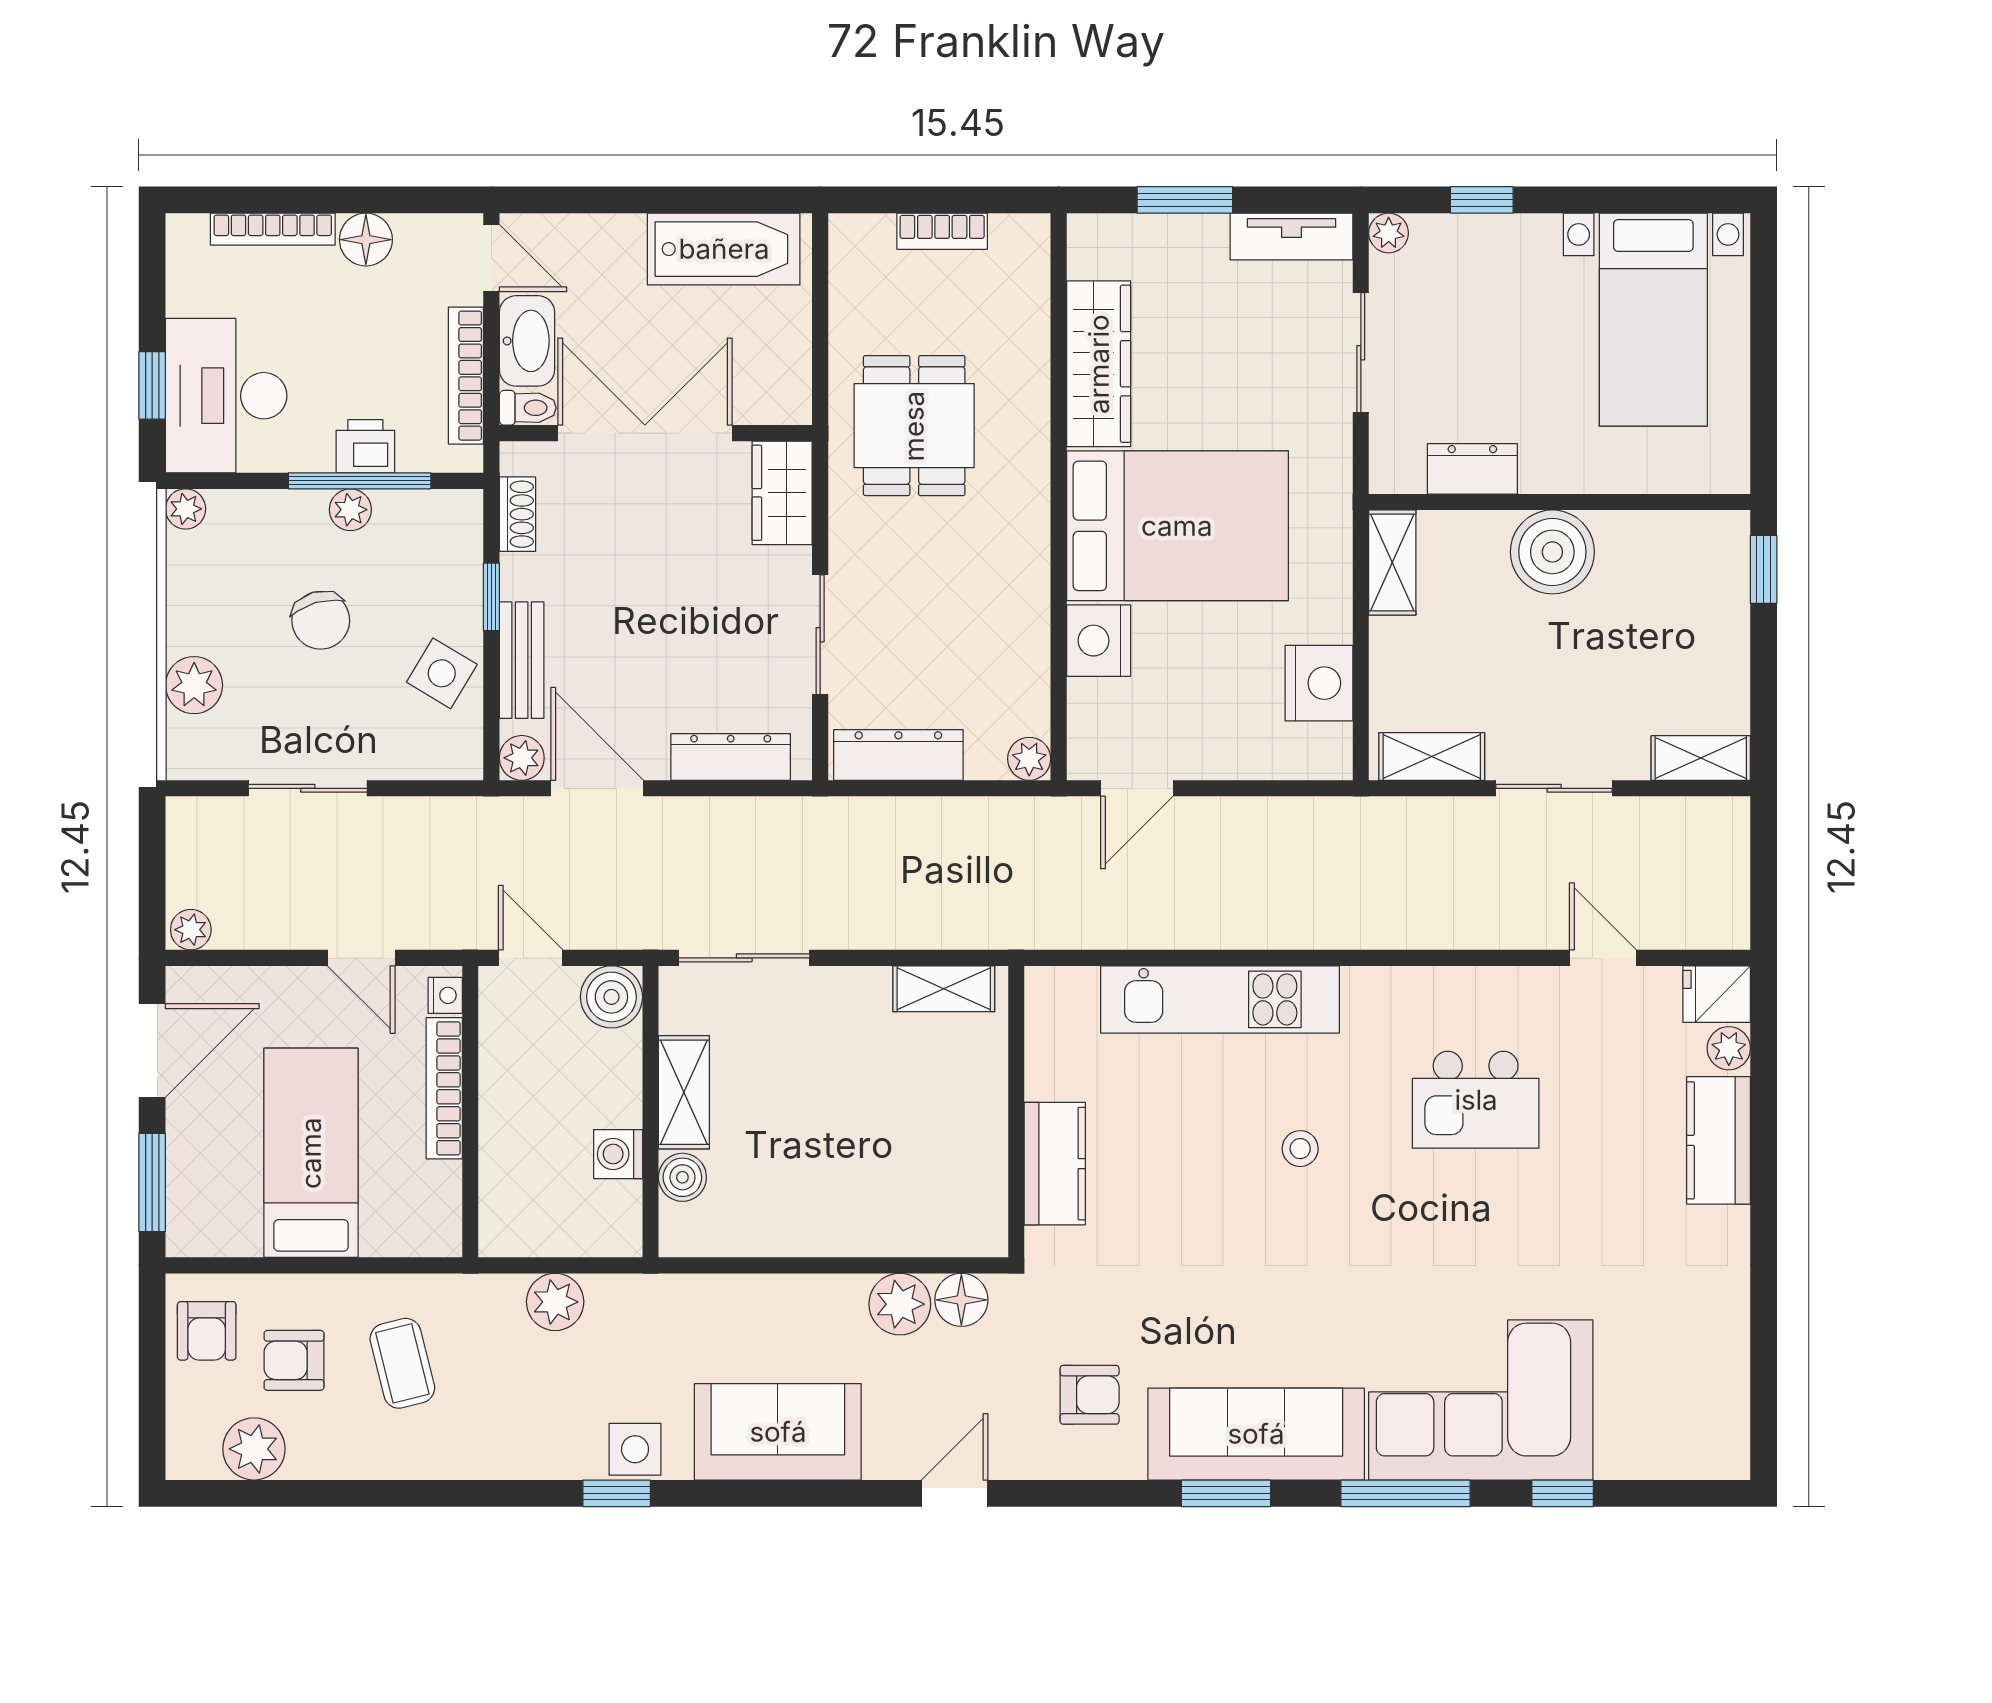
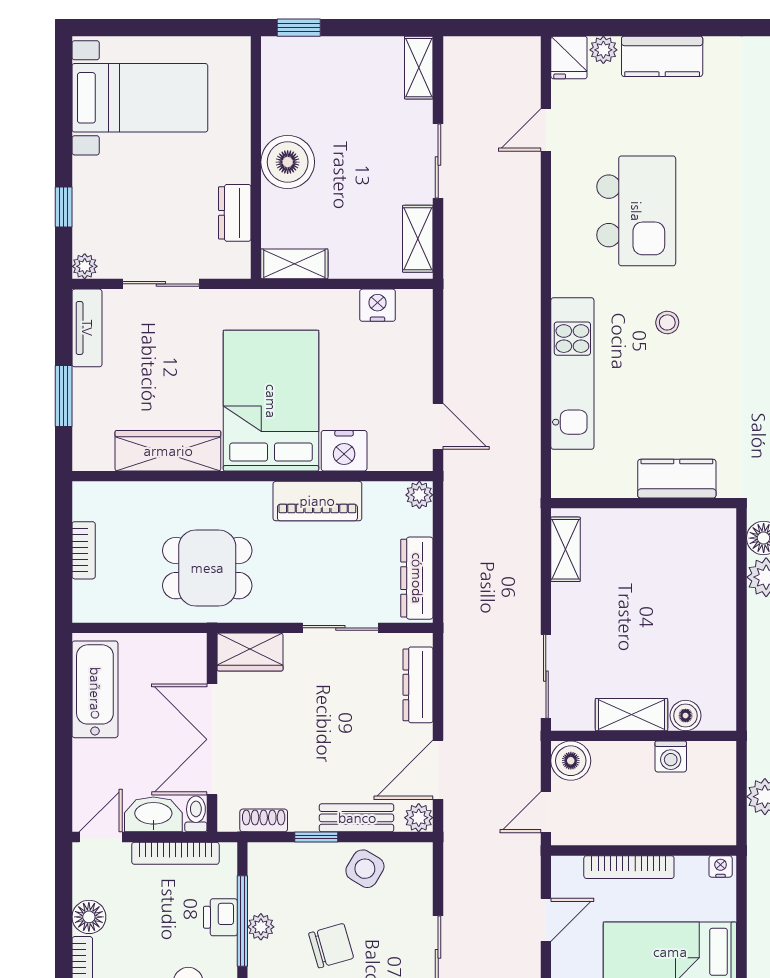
piano: (1020, 599) -> (317, 501), added
nightstand: (1319, 683) -> (377, 305), width x0.74, depth x0.75
nightstand: (445, 995) -> (721, 866), moved
kitchen island: (1476, 1100) -> (636, 211), width x1.37, depth x1.28

